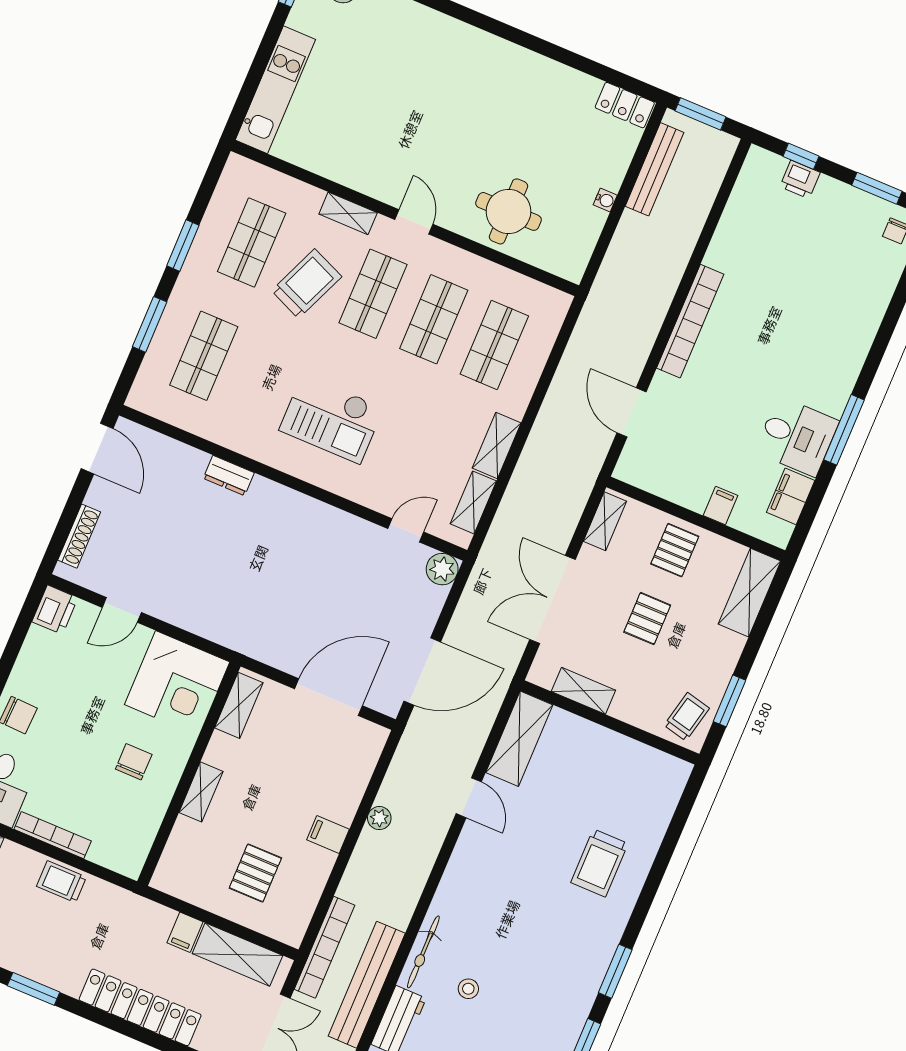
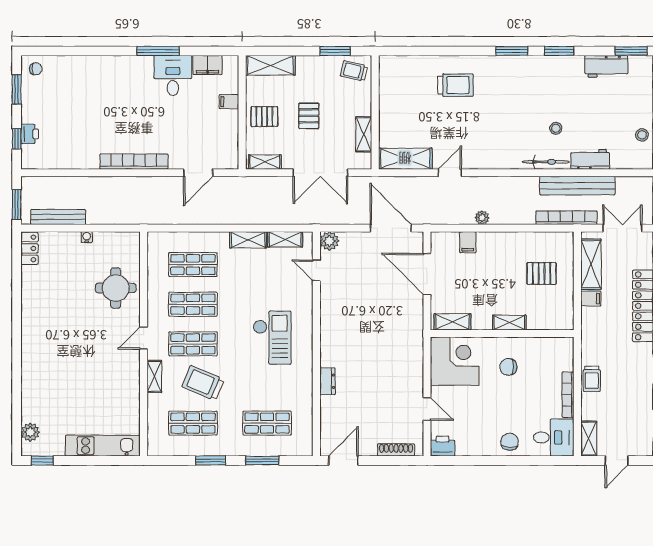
pallet: (647, 619) -> (309, 116), turned 90
filing cabinet: (328, 834) -> (468, 242), moved

